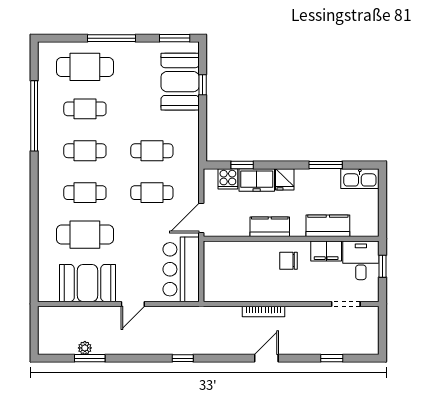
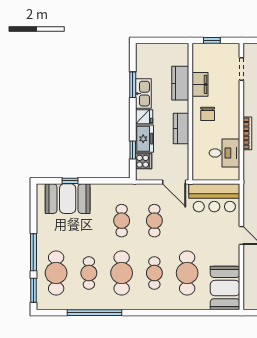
window: (175, 38) -> (33, 290), moved
cafe table: (85, 151) -> (122, 273), width x1.37, depth x1.35
kitchen sink: (360, 179) -> (143, 94), moved
desk: (361, 260) -> (224, 153), moved, turned 180
booth: (88, 283) -> (225, 288), moved

